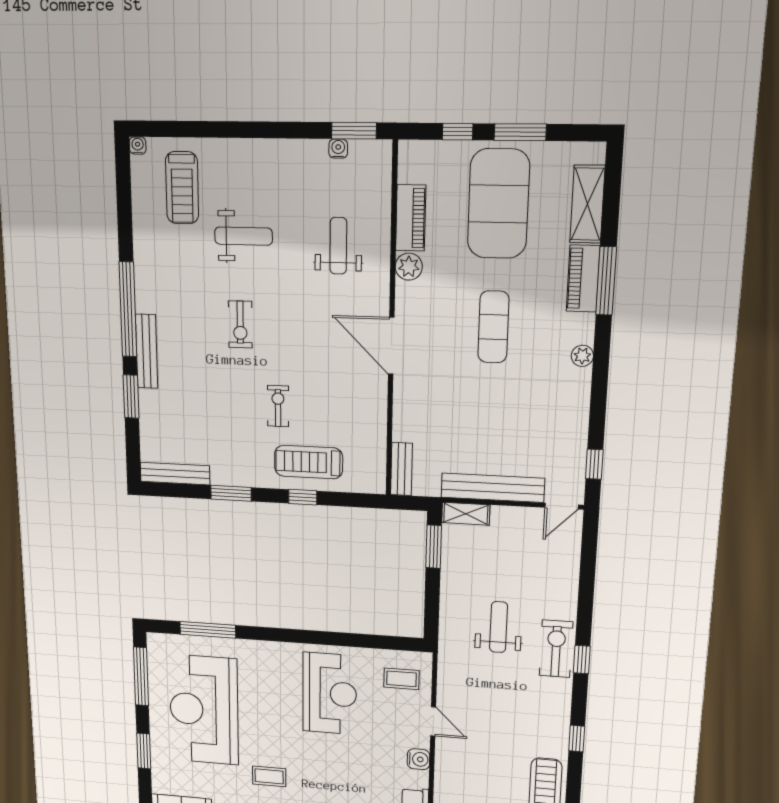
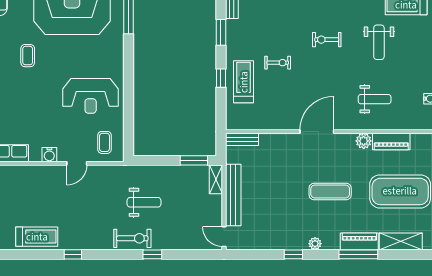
window: (594, 464) -> (293, 254), moved
window: (582, 660) -> (152, 254), moved

